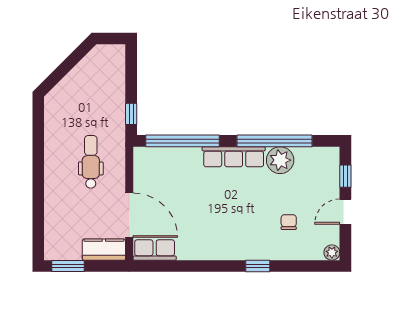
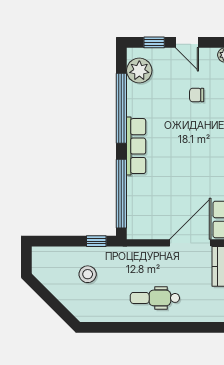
stool: (96, 104) -> (88, 274), added
plant: (280, 160) -> (139, 70), moved
dental chair: (91, 162) -> (155, 298), moved

